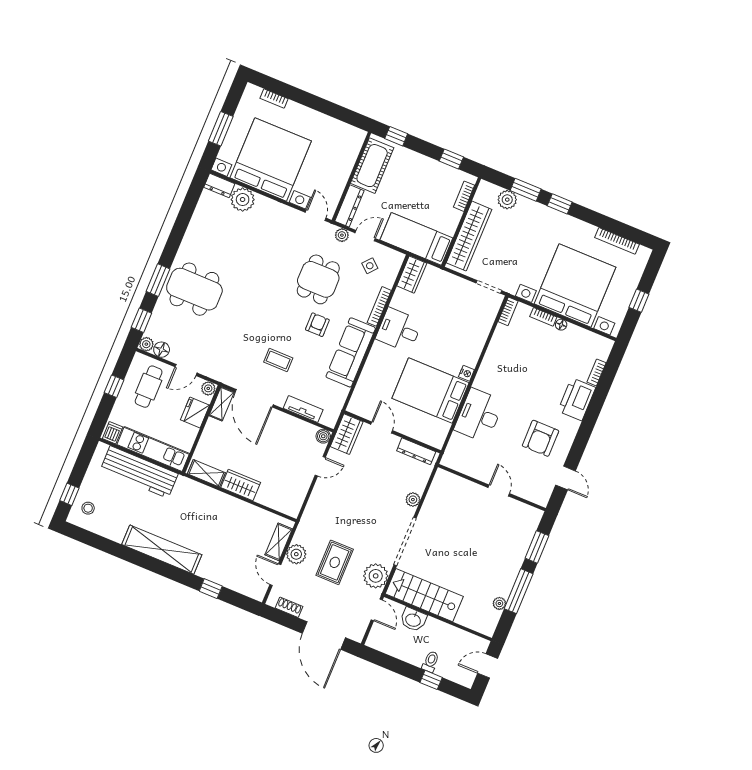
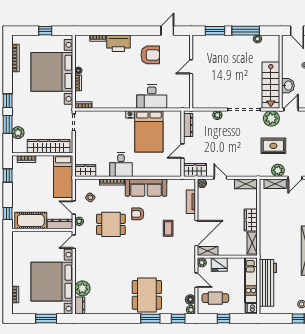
shelving: (296, 500) -> (246, 184), added

